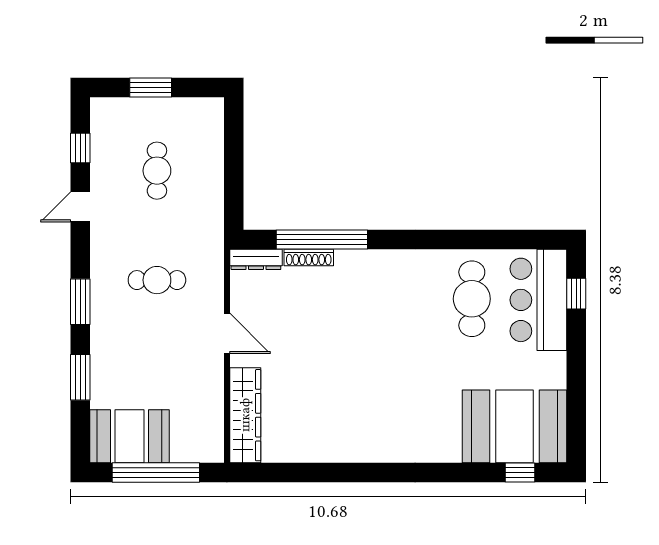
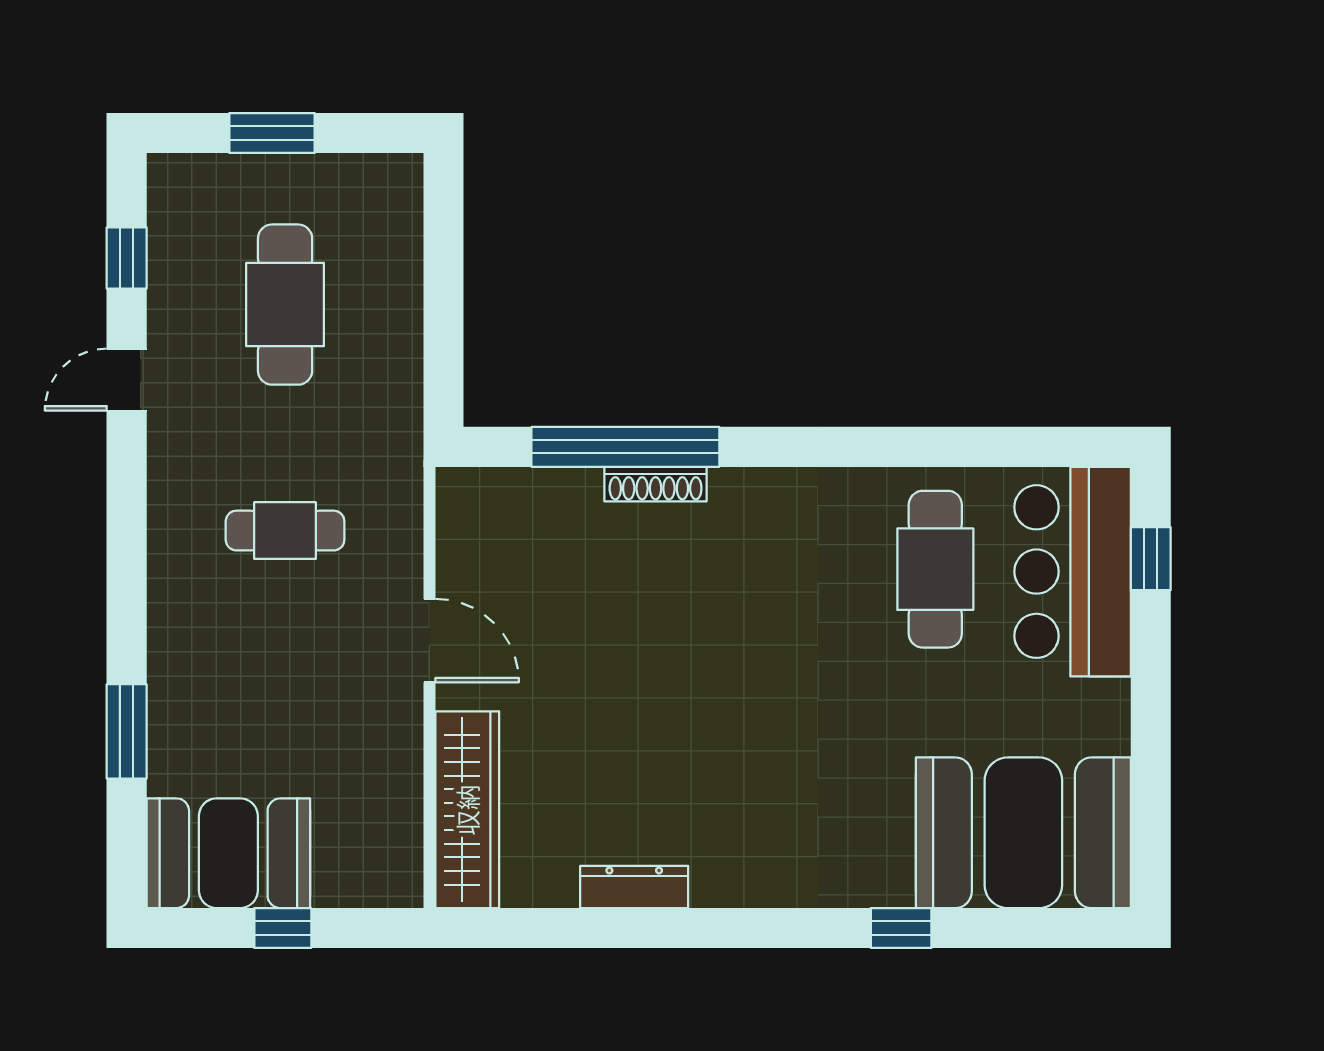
cafe table: (157, 171) -> (285, 305), width x1.37, depth x1.35
shoe rack: (309, 258) -> (656, 484), moved
dresser: (256, 259) -> (634, 887), moved, turned 180
window: (80, 302) -> (127, 575), removed
window: (156, 473) -> (283, 928), width x0.32
window: (520, 473) -> (901, 928), moved

